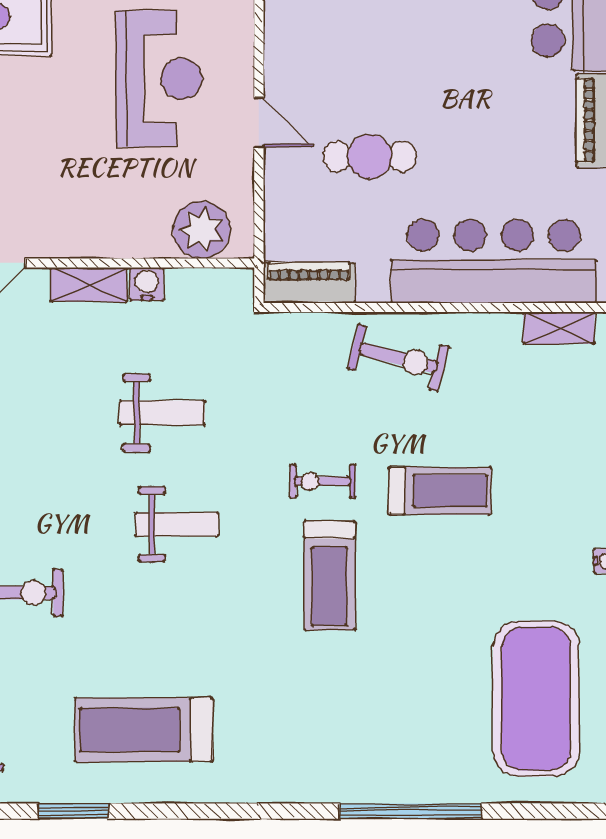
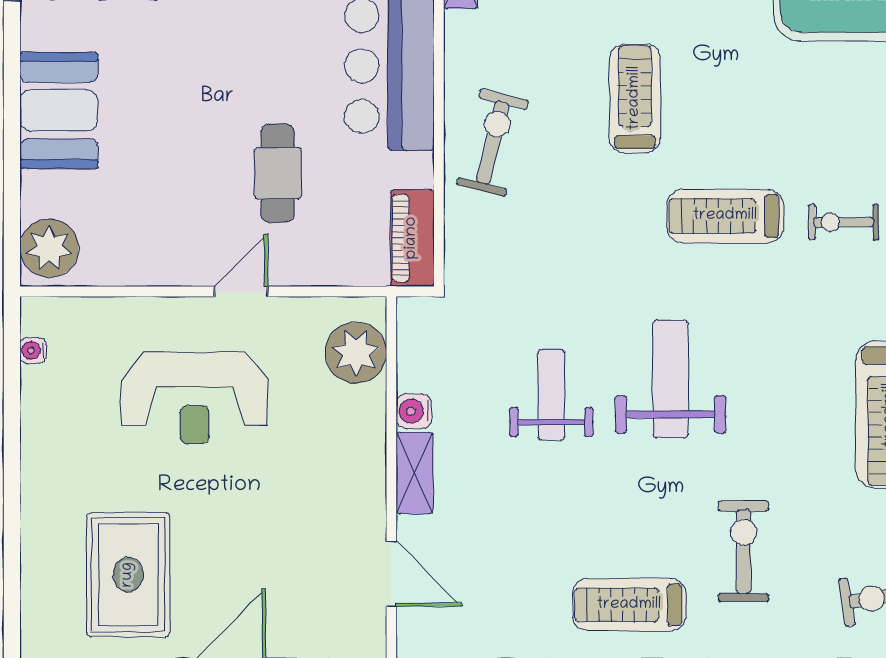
reception desk: (159, 79) -> (195, 398), turned 180
exercise bike: (322, 481) -> (844, 222), moved, turned 90
weight bench: (177, 524) -> (670, 379), width x1.36, depth x1.33
treadmill: (329, 575) -> (725, 216), turned 180

